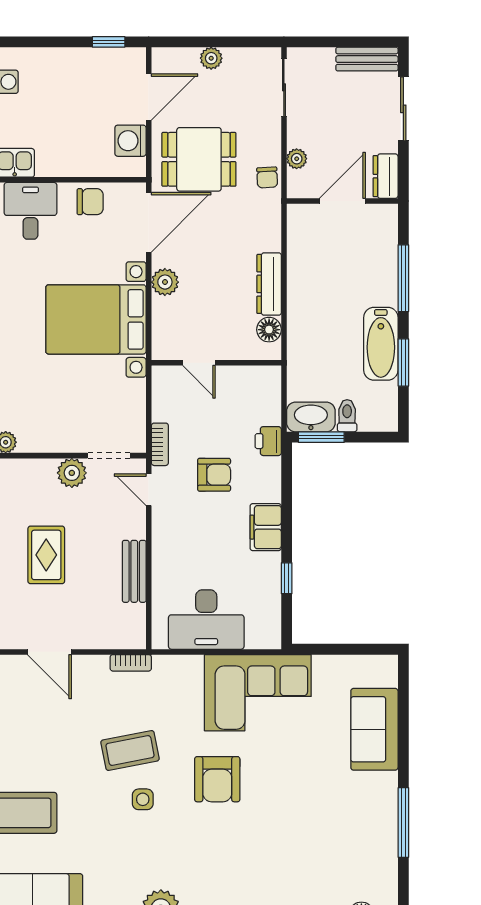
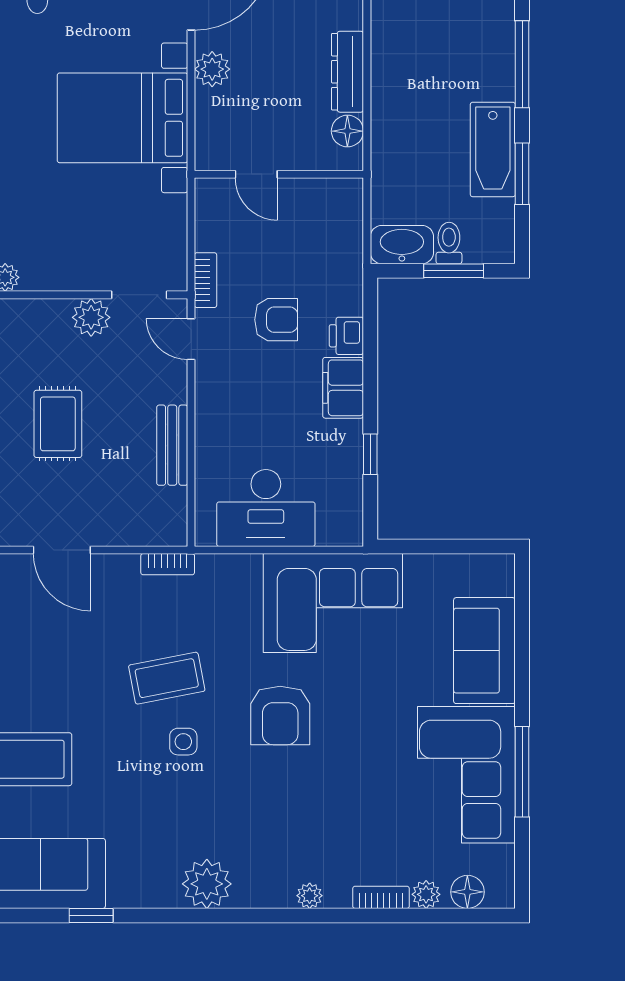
window: (321, 437) -> (454, 271), moved
printer: (268, 441) -> (346, 336), moved
corner sofa: (361, 825) -> (466, 775), added

